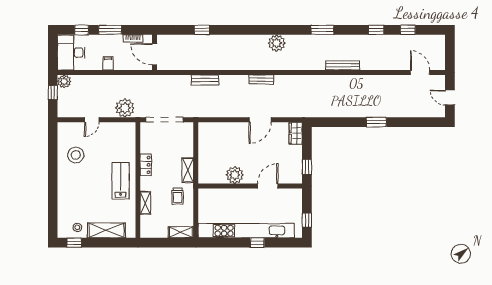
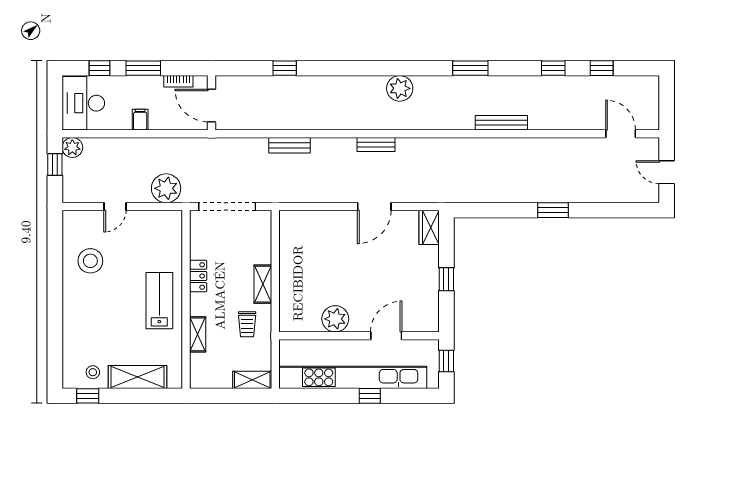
plant: (235, 175) -> (335, 319), moved
wall: (250, 186) -> (359, 336), moved
door: (268, 186) -> (386, 336), moved

